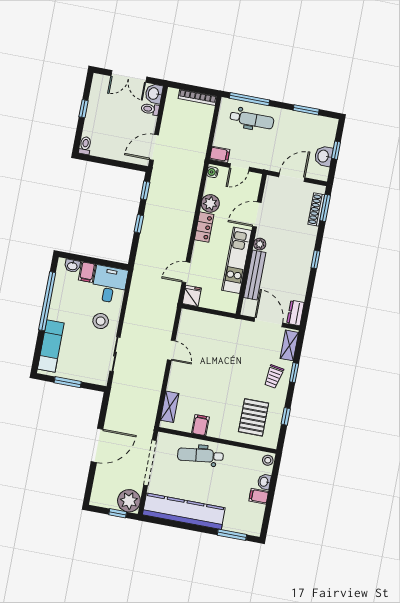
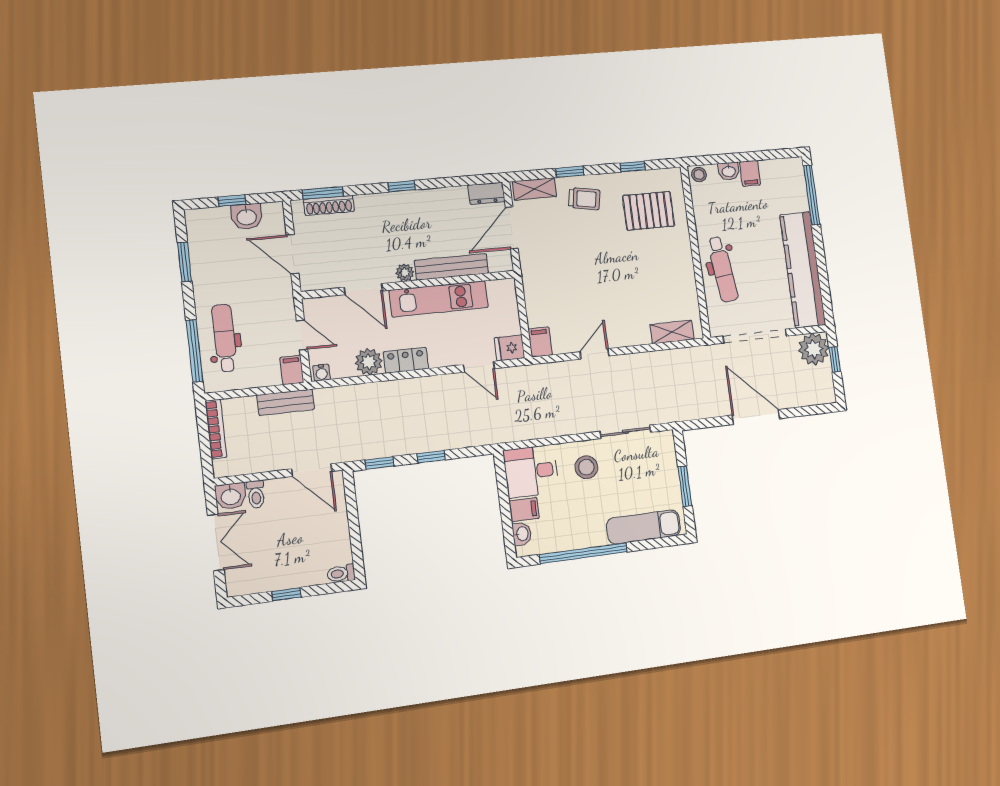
bench: (201, 144) -> (286, 402), added
filing cabinet: (200, 425) -> (540, 342), moved, turned 90
window: (232, 535) -> (812, 195), width x1.44

